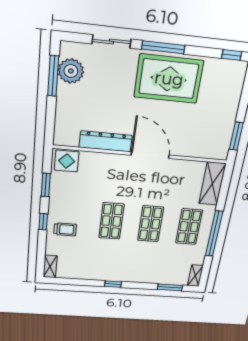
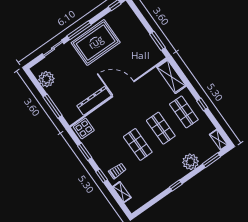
window: (53, 76) -> (53, 106), moved
window: (214, 234) -> (202, 104), width x0.32
shelving: (50, 266) -> (122, 192), moved
plant: (149, 275) -> (190, 162), added

